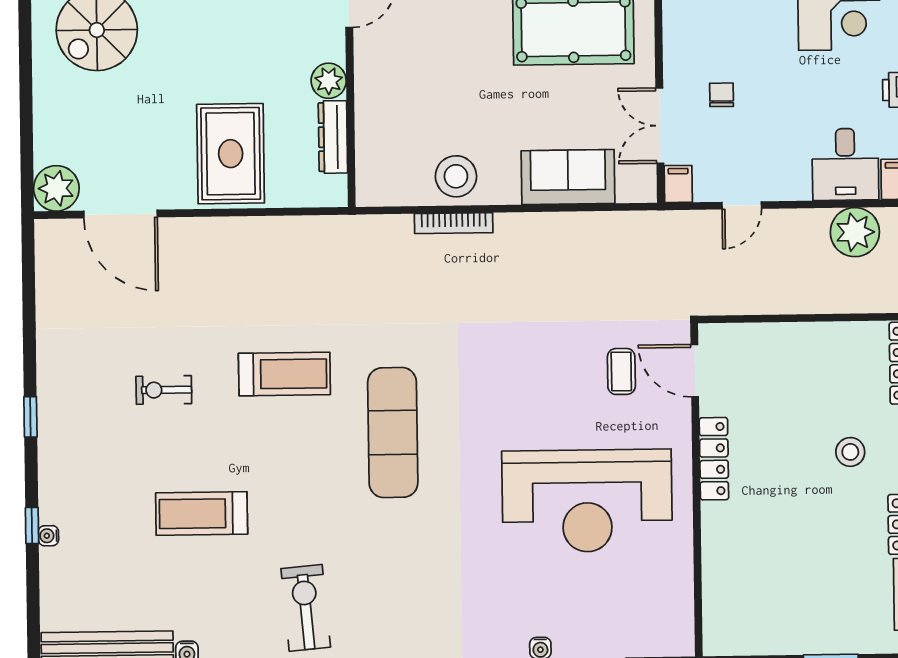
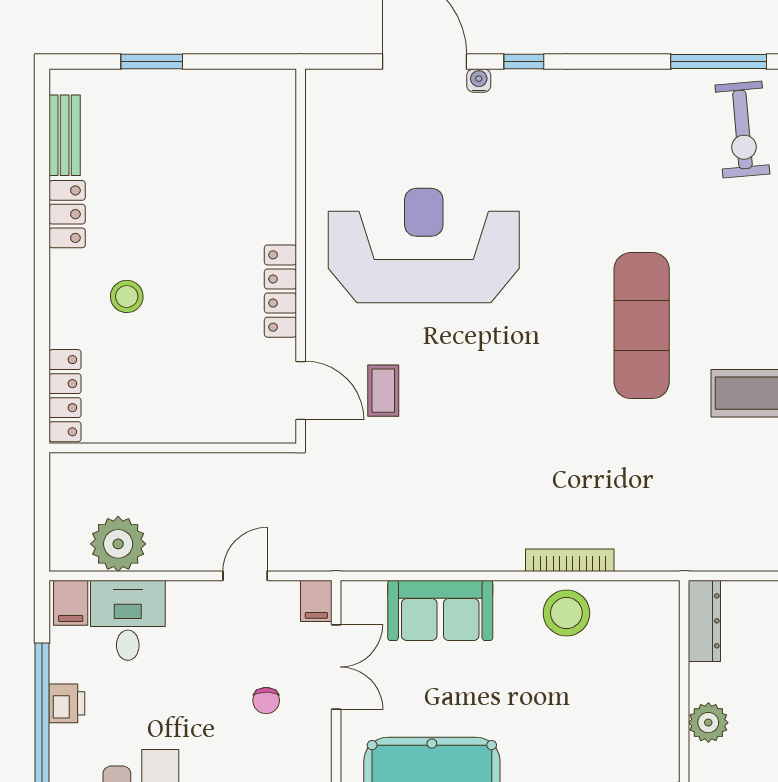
dresser: (333, 137) -> (704, 621), moved

